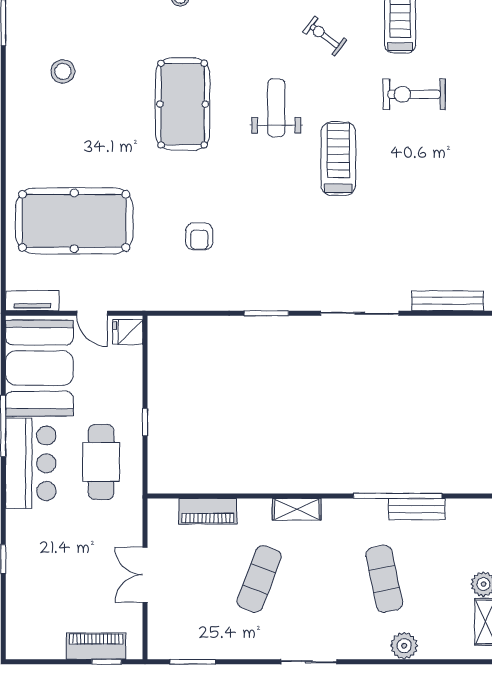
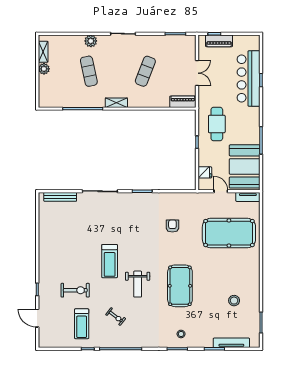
fridge: (128, 332) -> (205, 172), moved
bar counter: (31, 463) -> (249, 78), moved, width x1.36
shelving: (297, 509) -> (116, 103), moved
bench: (417, 509) -> (74, 103), removed
piano: (208, 511) -> (183, 102), moved
plant: (404, 646) -> (91, 41), moved

